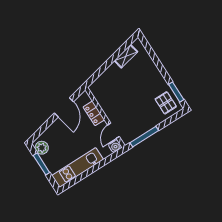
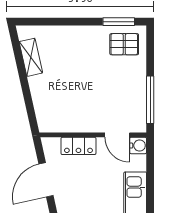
door: (64, 107) -> (46, 180), swing flipped

